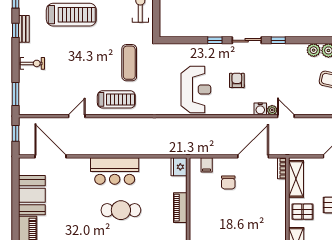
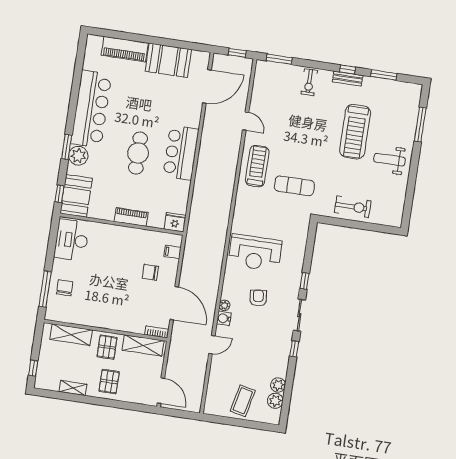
armchair: (237, 80) -> (258, 298), turned -96
treadmill: (116, 99) -> (257, 166), turned 180
plant: (272, 110) -> (224, 305), moved

